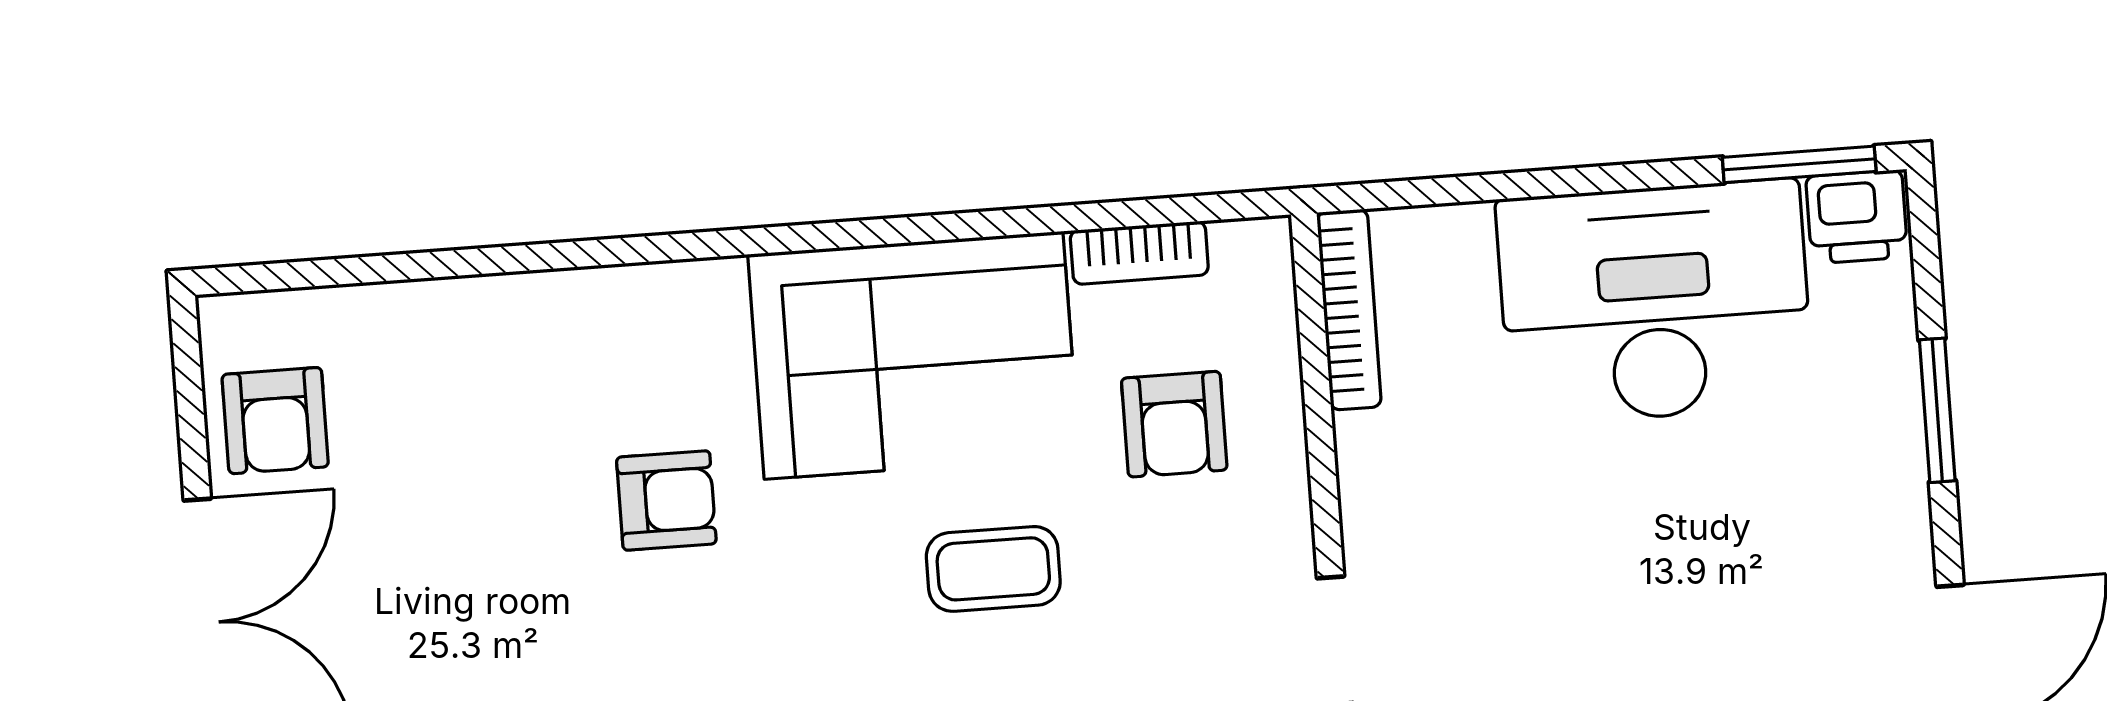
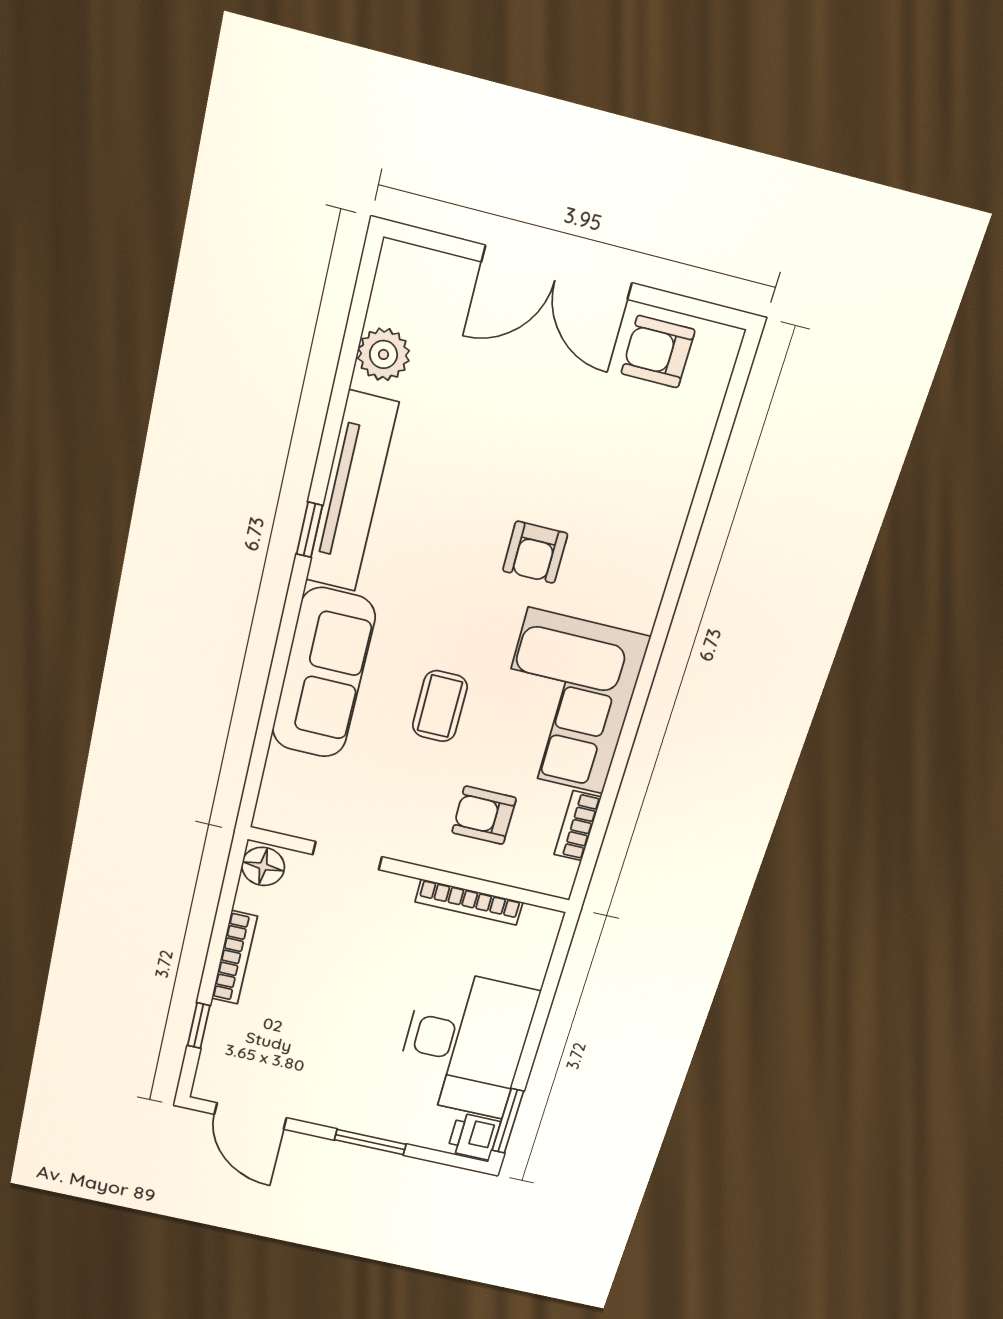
bookcase: (1349, 310) -> (469, 902), moved

